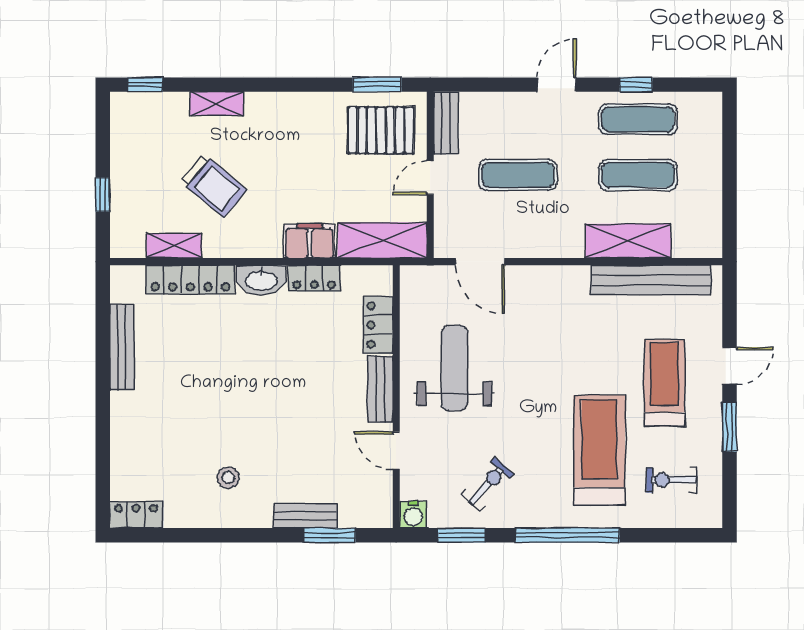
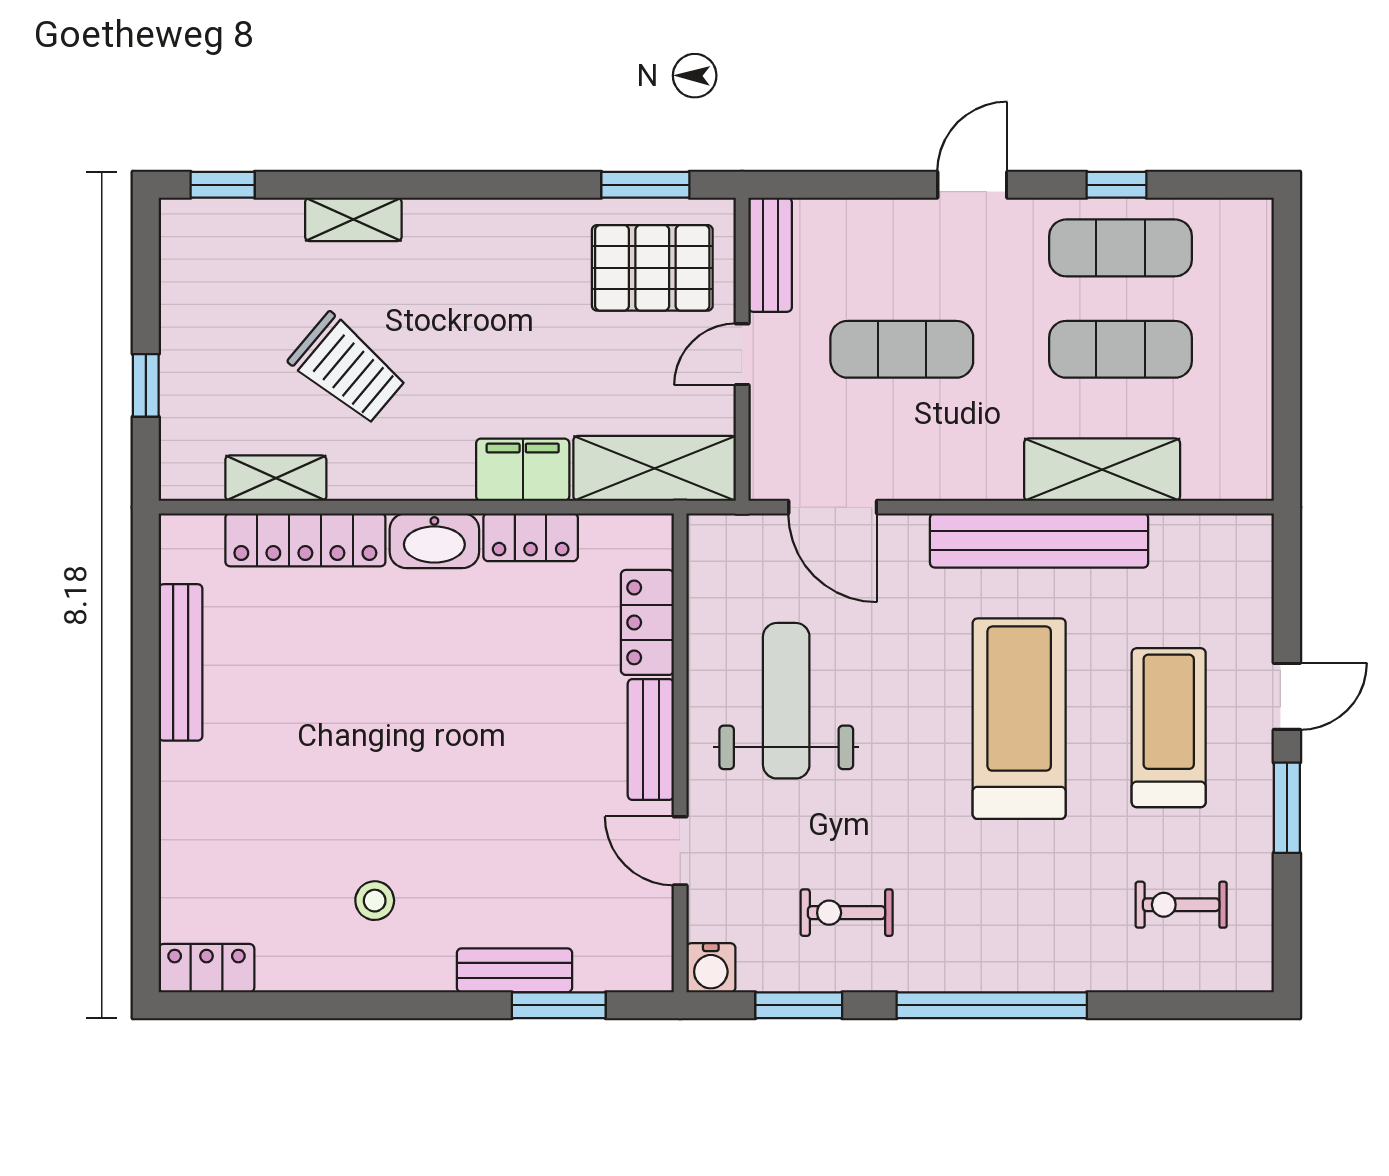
bench: (651, 280) -> (1039, 540), moved
treadmill: (599, 450) -> (1019, 719), moved
exercise bike: (488, 484) -> (847, 913), turned -132

